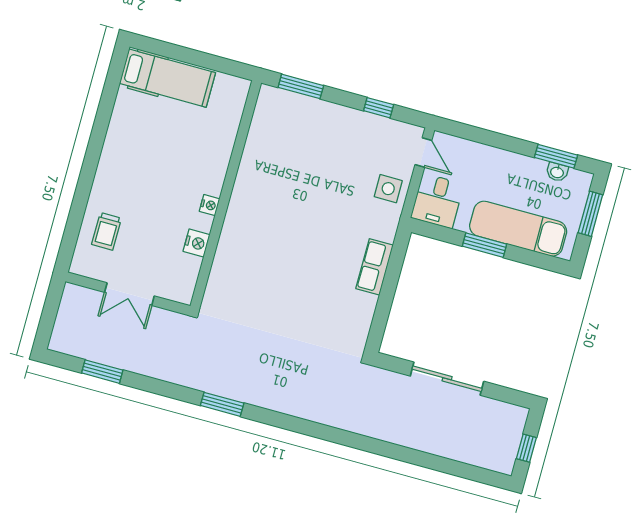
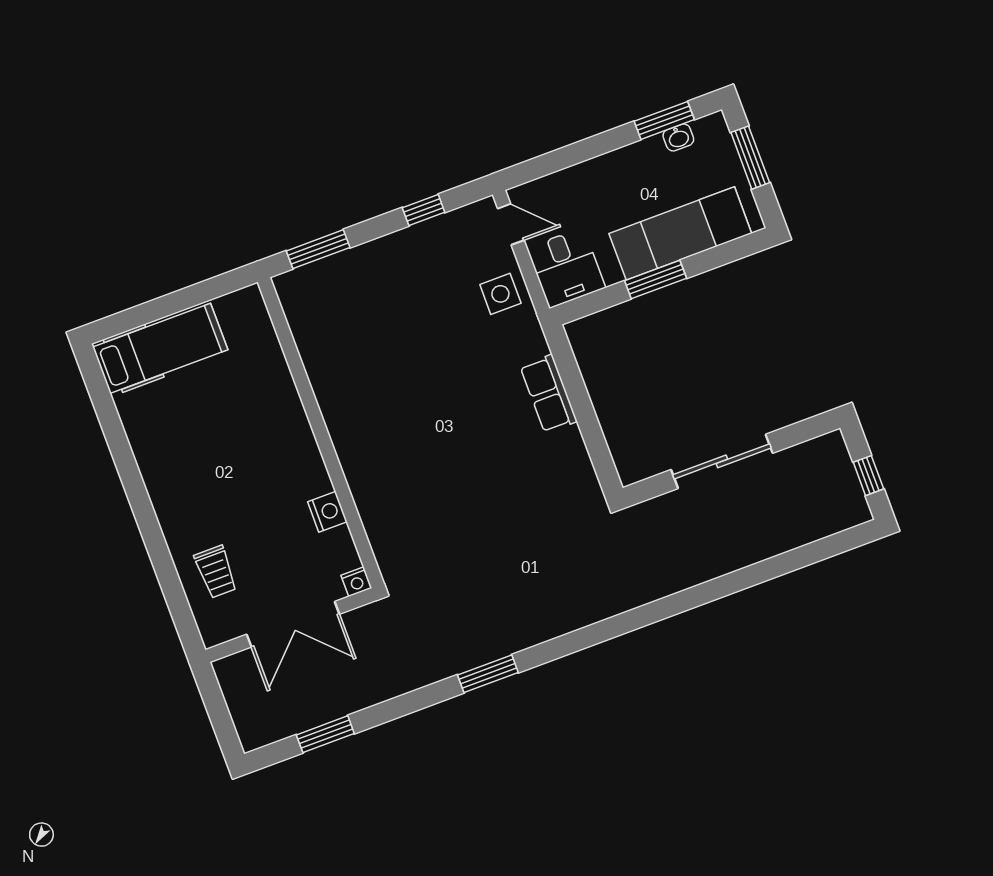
nightstand: (209, 205) -> (356, 582), moved, turned 90
double door: (129, 294) -> (293, 624), width x1.37

